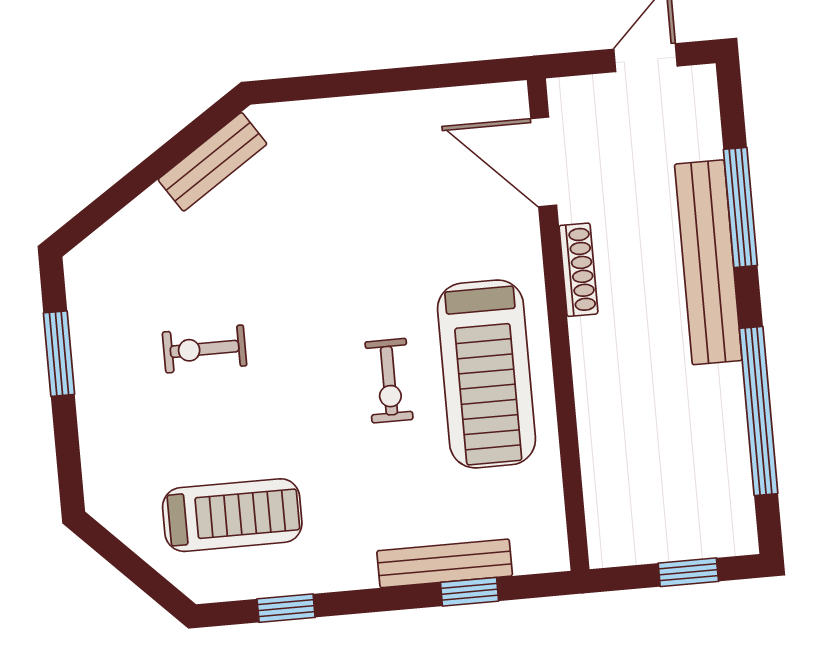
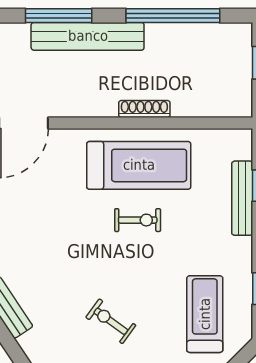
shoe rack: (578, 270) -> (144, 109), moved
exercise bike: (205, 349) -> (111, 321), turned 126

